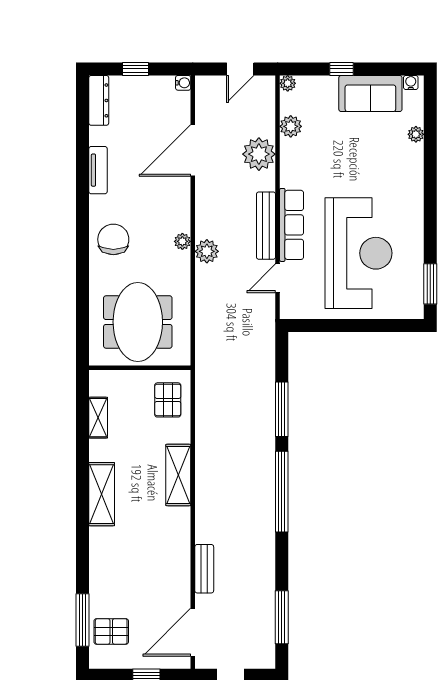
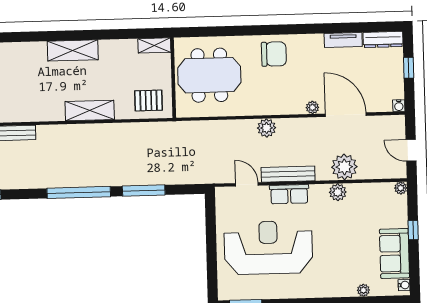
plant: (291, 126) -> (338, 192), moved
tv unit: (98, 170) -> (343, 40), moved
row of seats: (292, 225) -> (289, 194), width x0.68
plant: (182, 241) -> (312, 107), moved
reception desk: (359, 253) -> (268, 248), turned 180
shelving: (98, 418) -> (154, 45), moved

